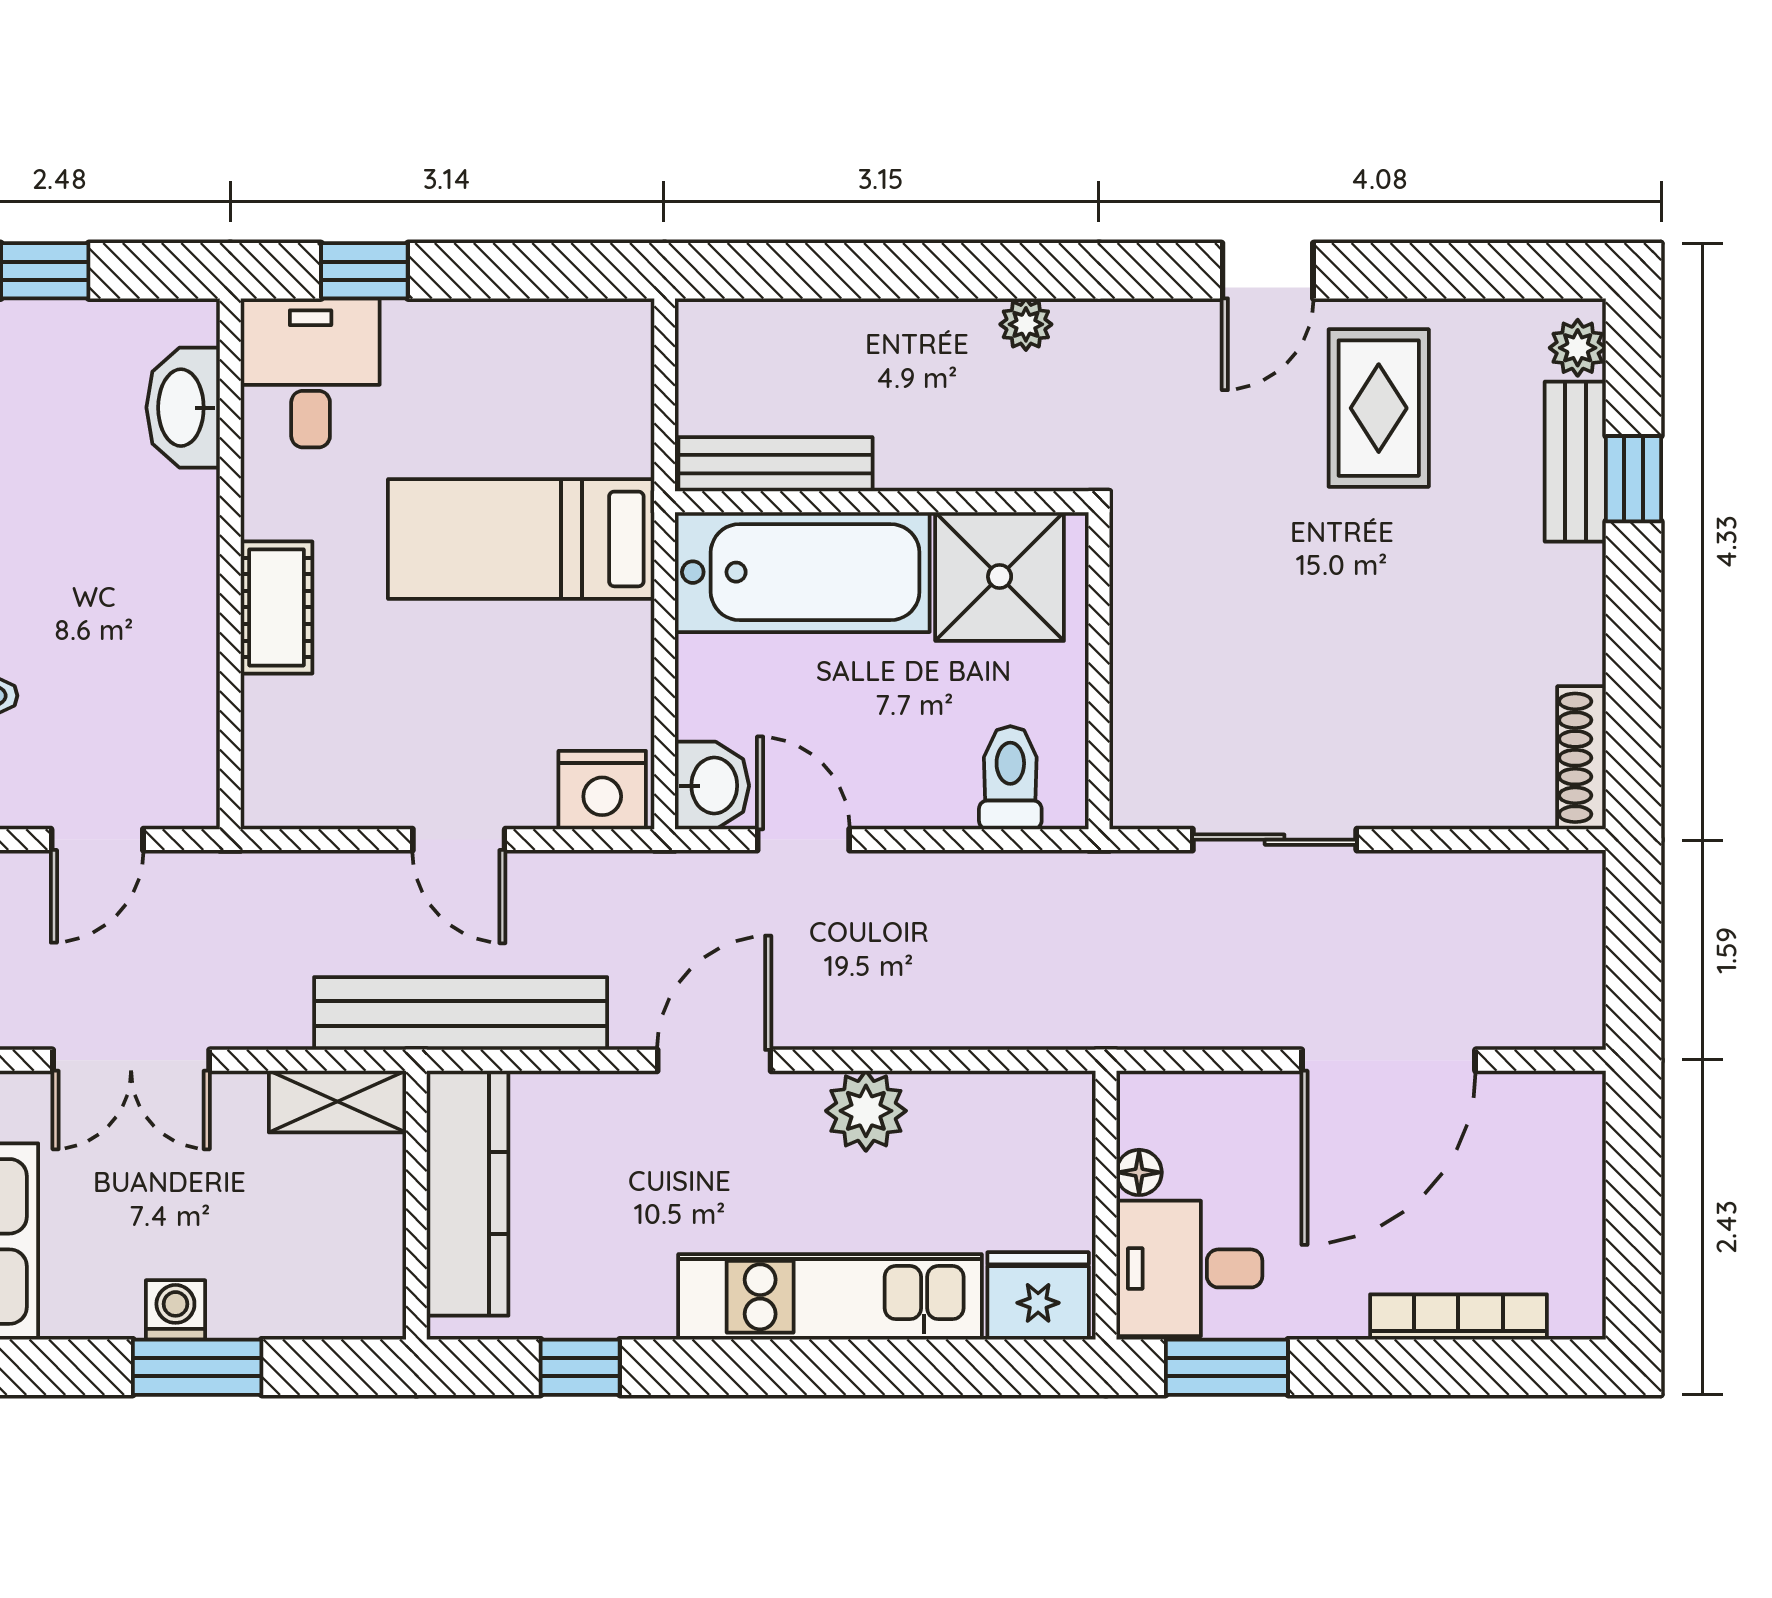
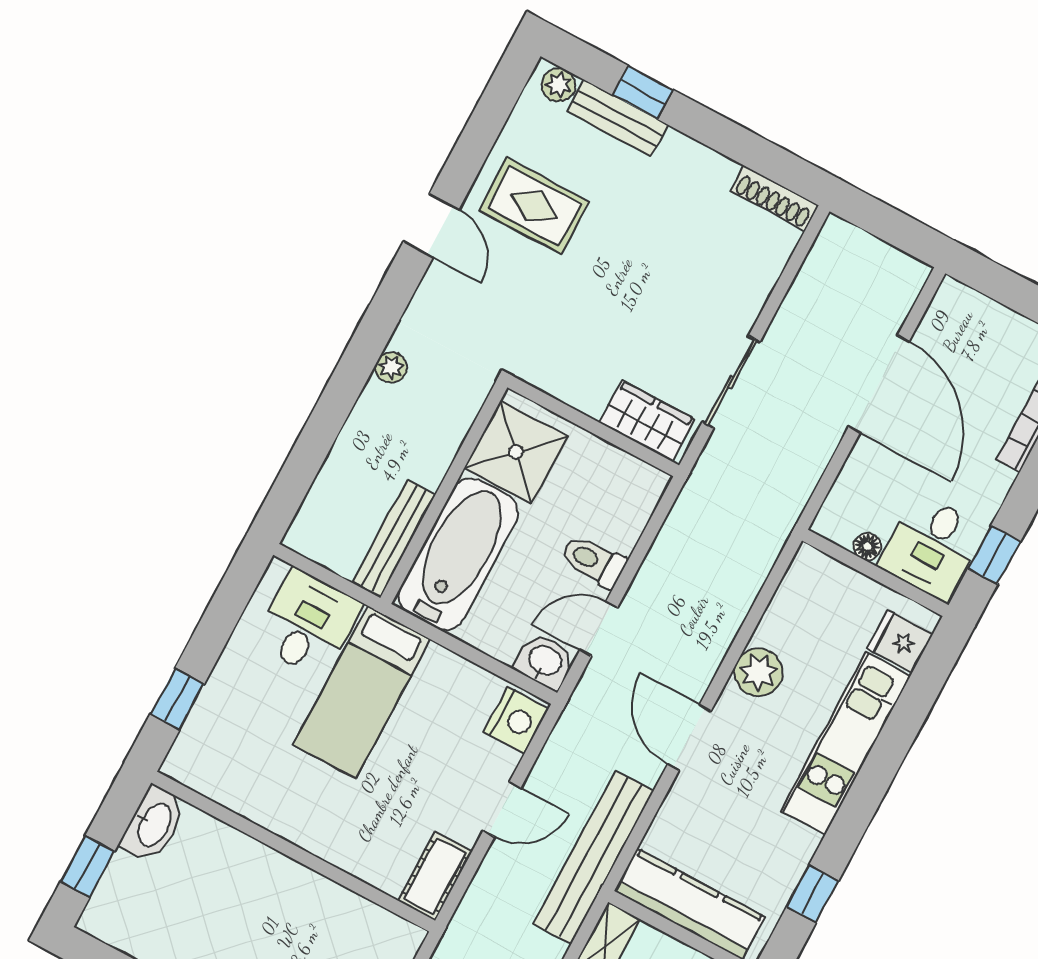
desk: (311, 373) -> (308, 624), moved, turned 90
washbasin: (183, 408) -> (153, 824), moved, turned -90
cot: (276, 607) -> (435, 876), moved, turned 90
wardrobe: (1150, 746) -> (647, 421), added
toilet: (1010, 778) -> (593, 561), moved
fridge: (1038, 1296) -> (900, 641), width x0.72
window: (1227, 1367) -> (994, 555), width x0.67

